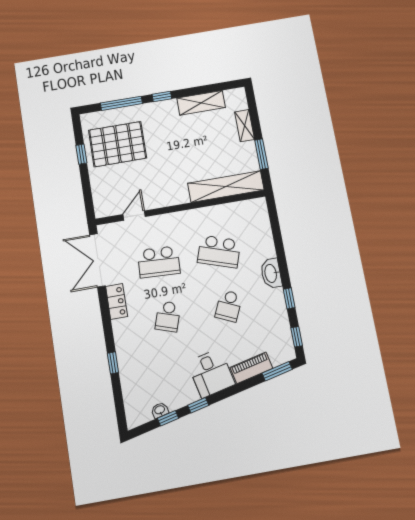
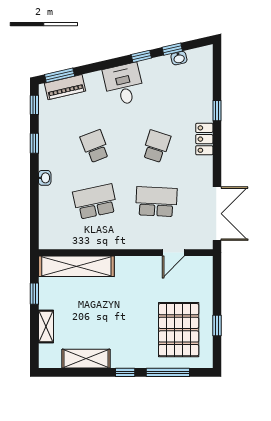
pallet: (117, 144) -> (179, 330), turned 90
window: (261, 154) -> (34, 294), width x0.67
school desk: (219, 252) -> (95, 202), turned -30
washbasin: (271, 273) -> (45, 178), width x0.52, depth x0.69
locker: (117, 301) -> (204, 139), moved
school desk: (229, 306) -> (95, 146), turned -45
piano: (251, 368) -> (65, 87), moved

